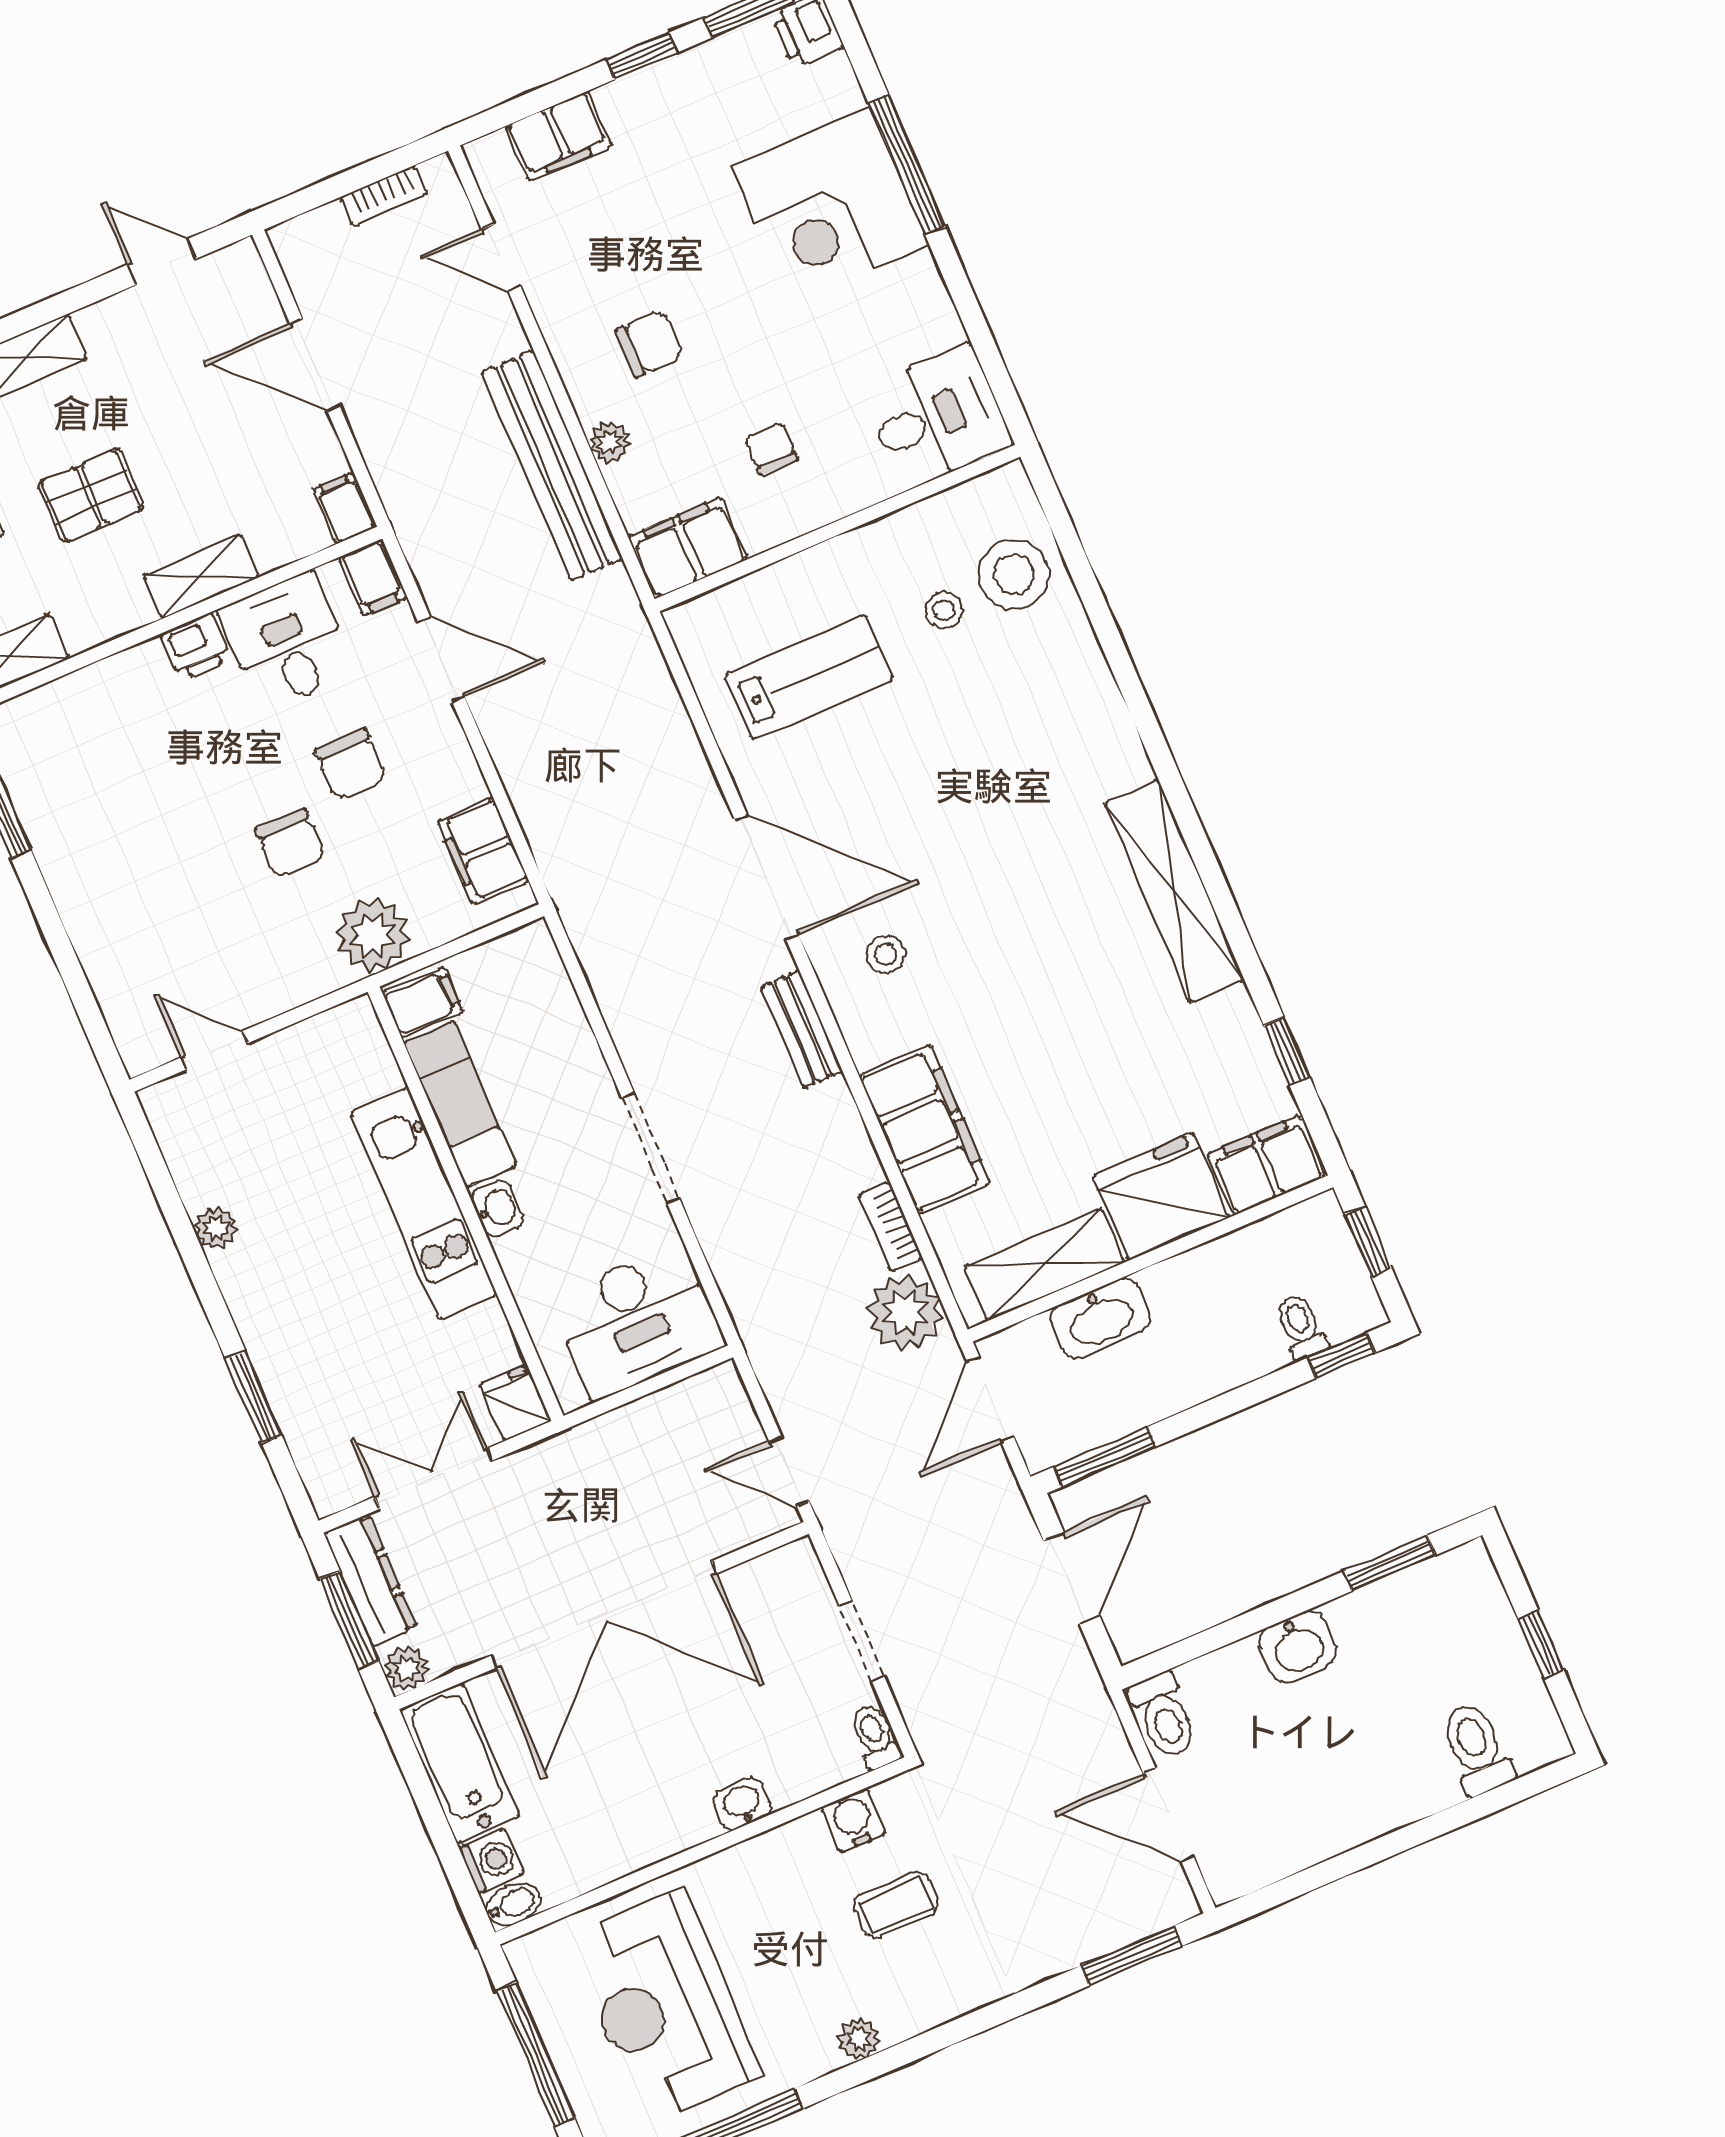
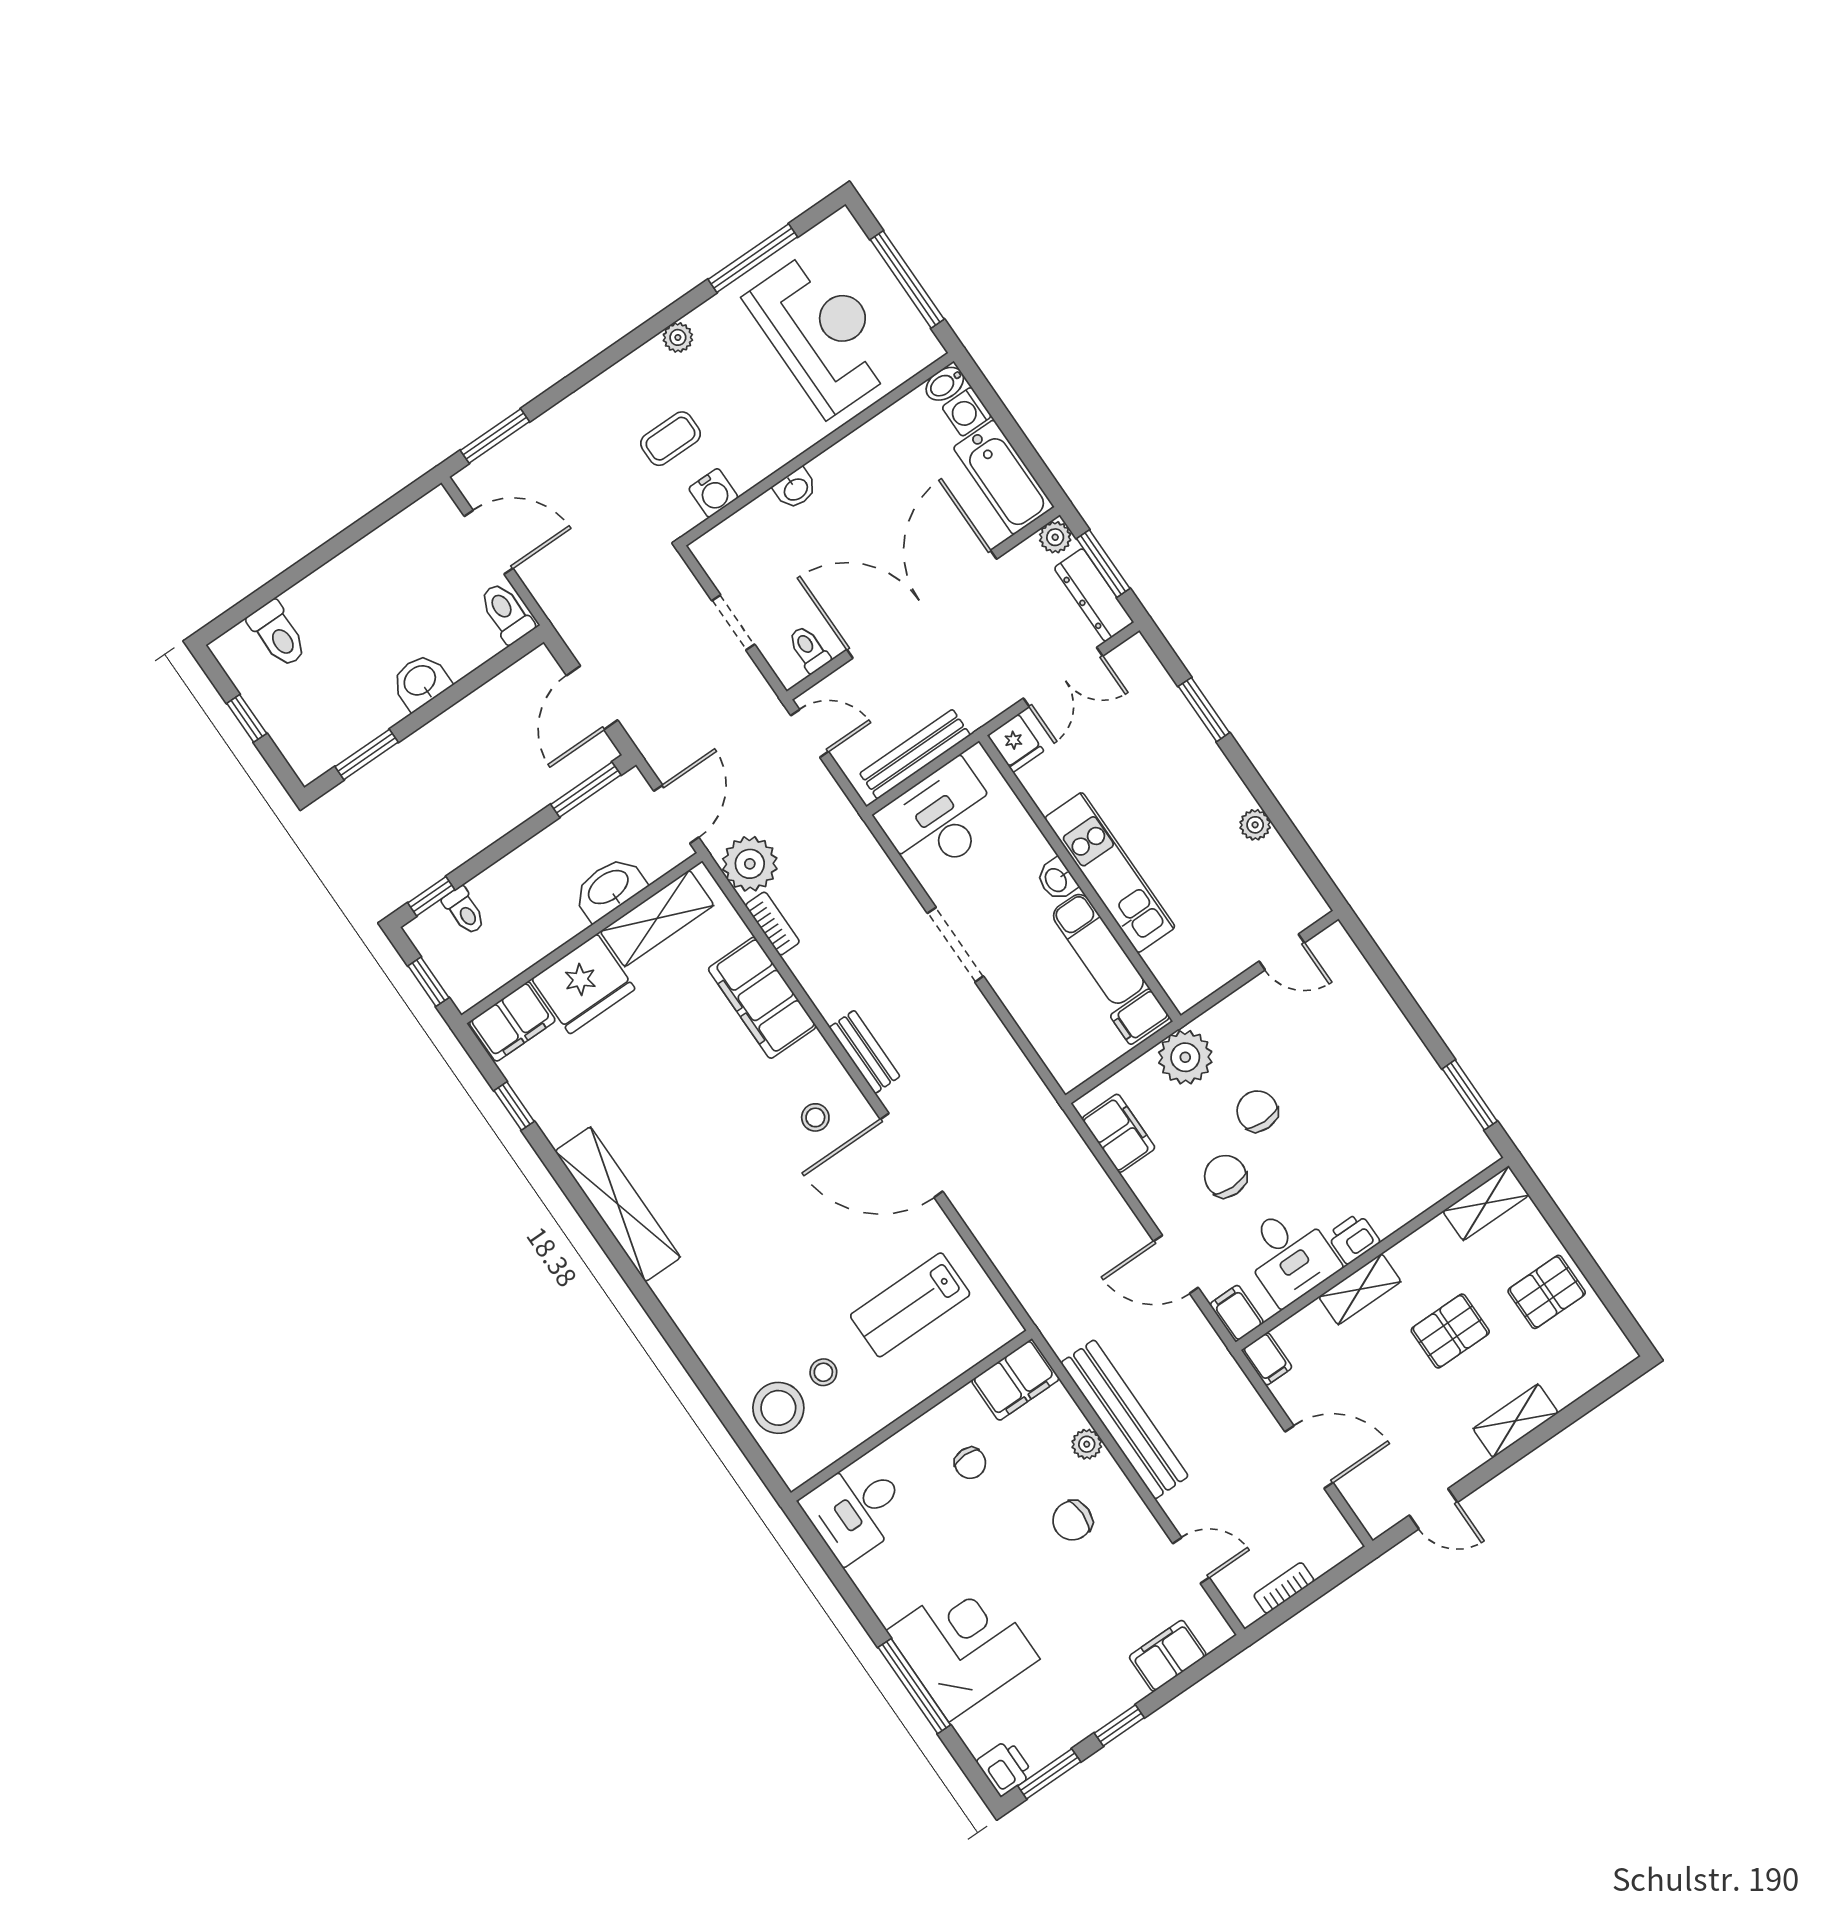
bench: (653, 1415) -> (915, 754), added
toilet: (875, 1736) -> (809, 649), moved, turned 180

